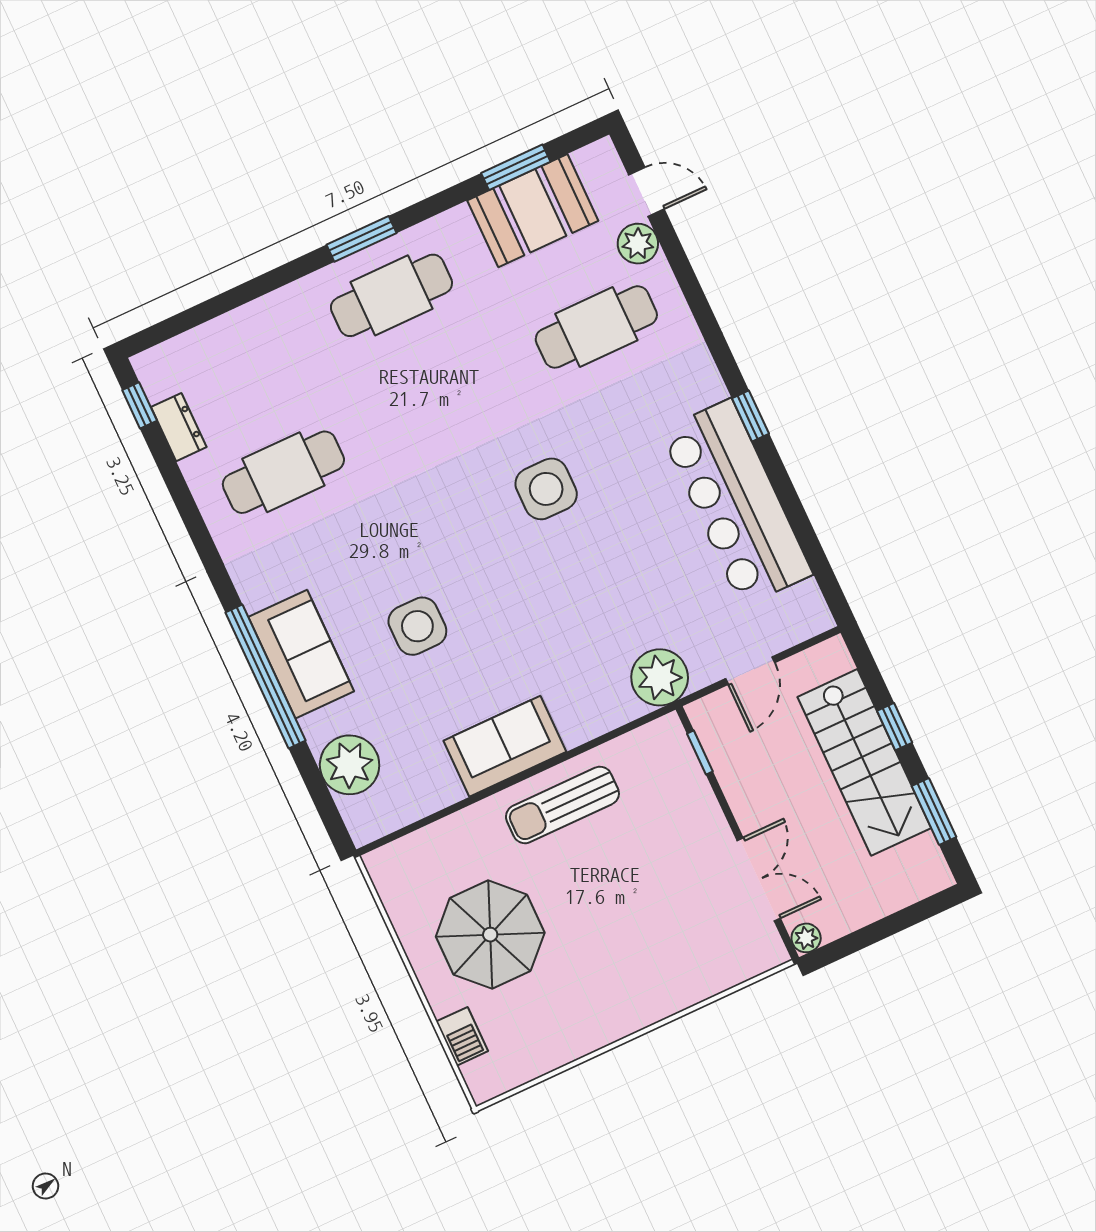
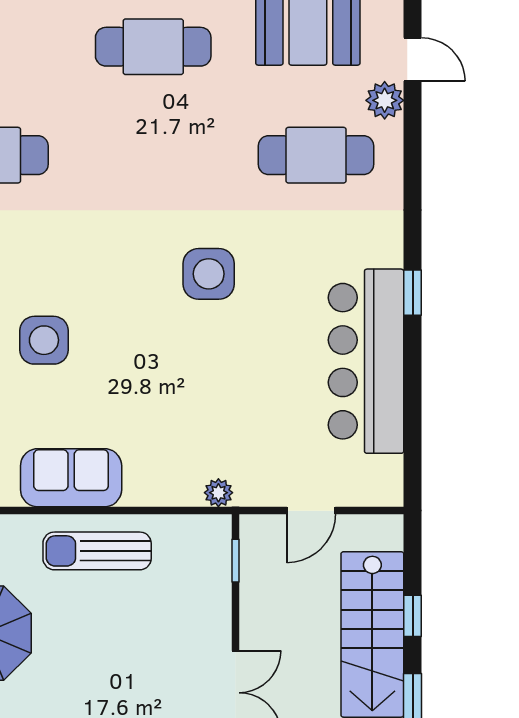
plant: (660, 677) -> (218, 493), width x0.53, depth x0.53

